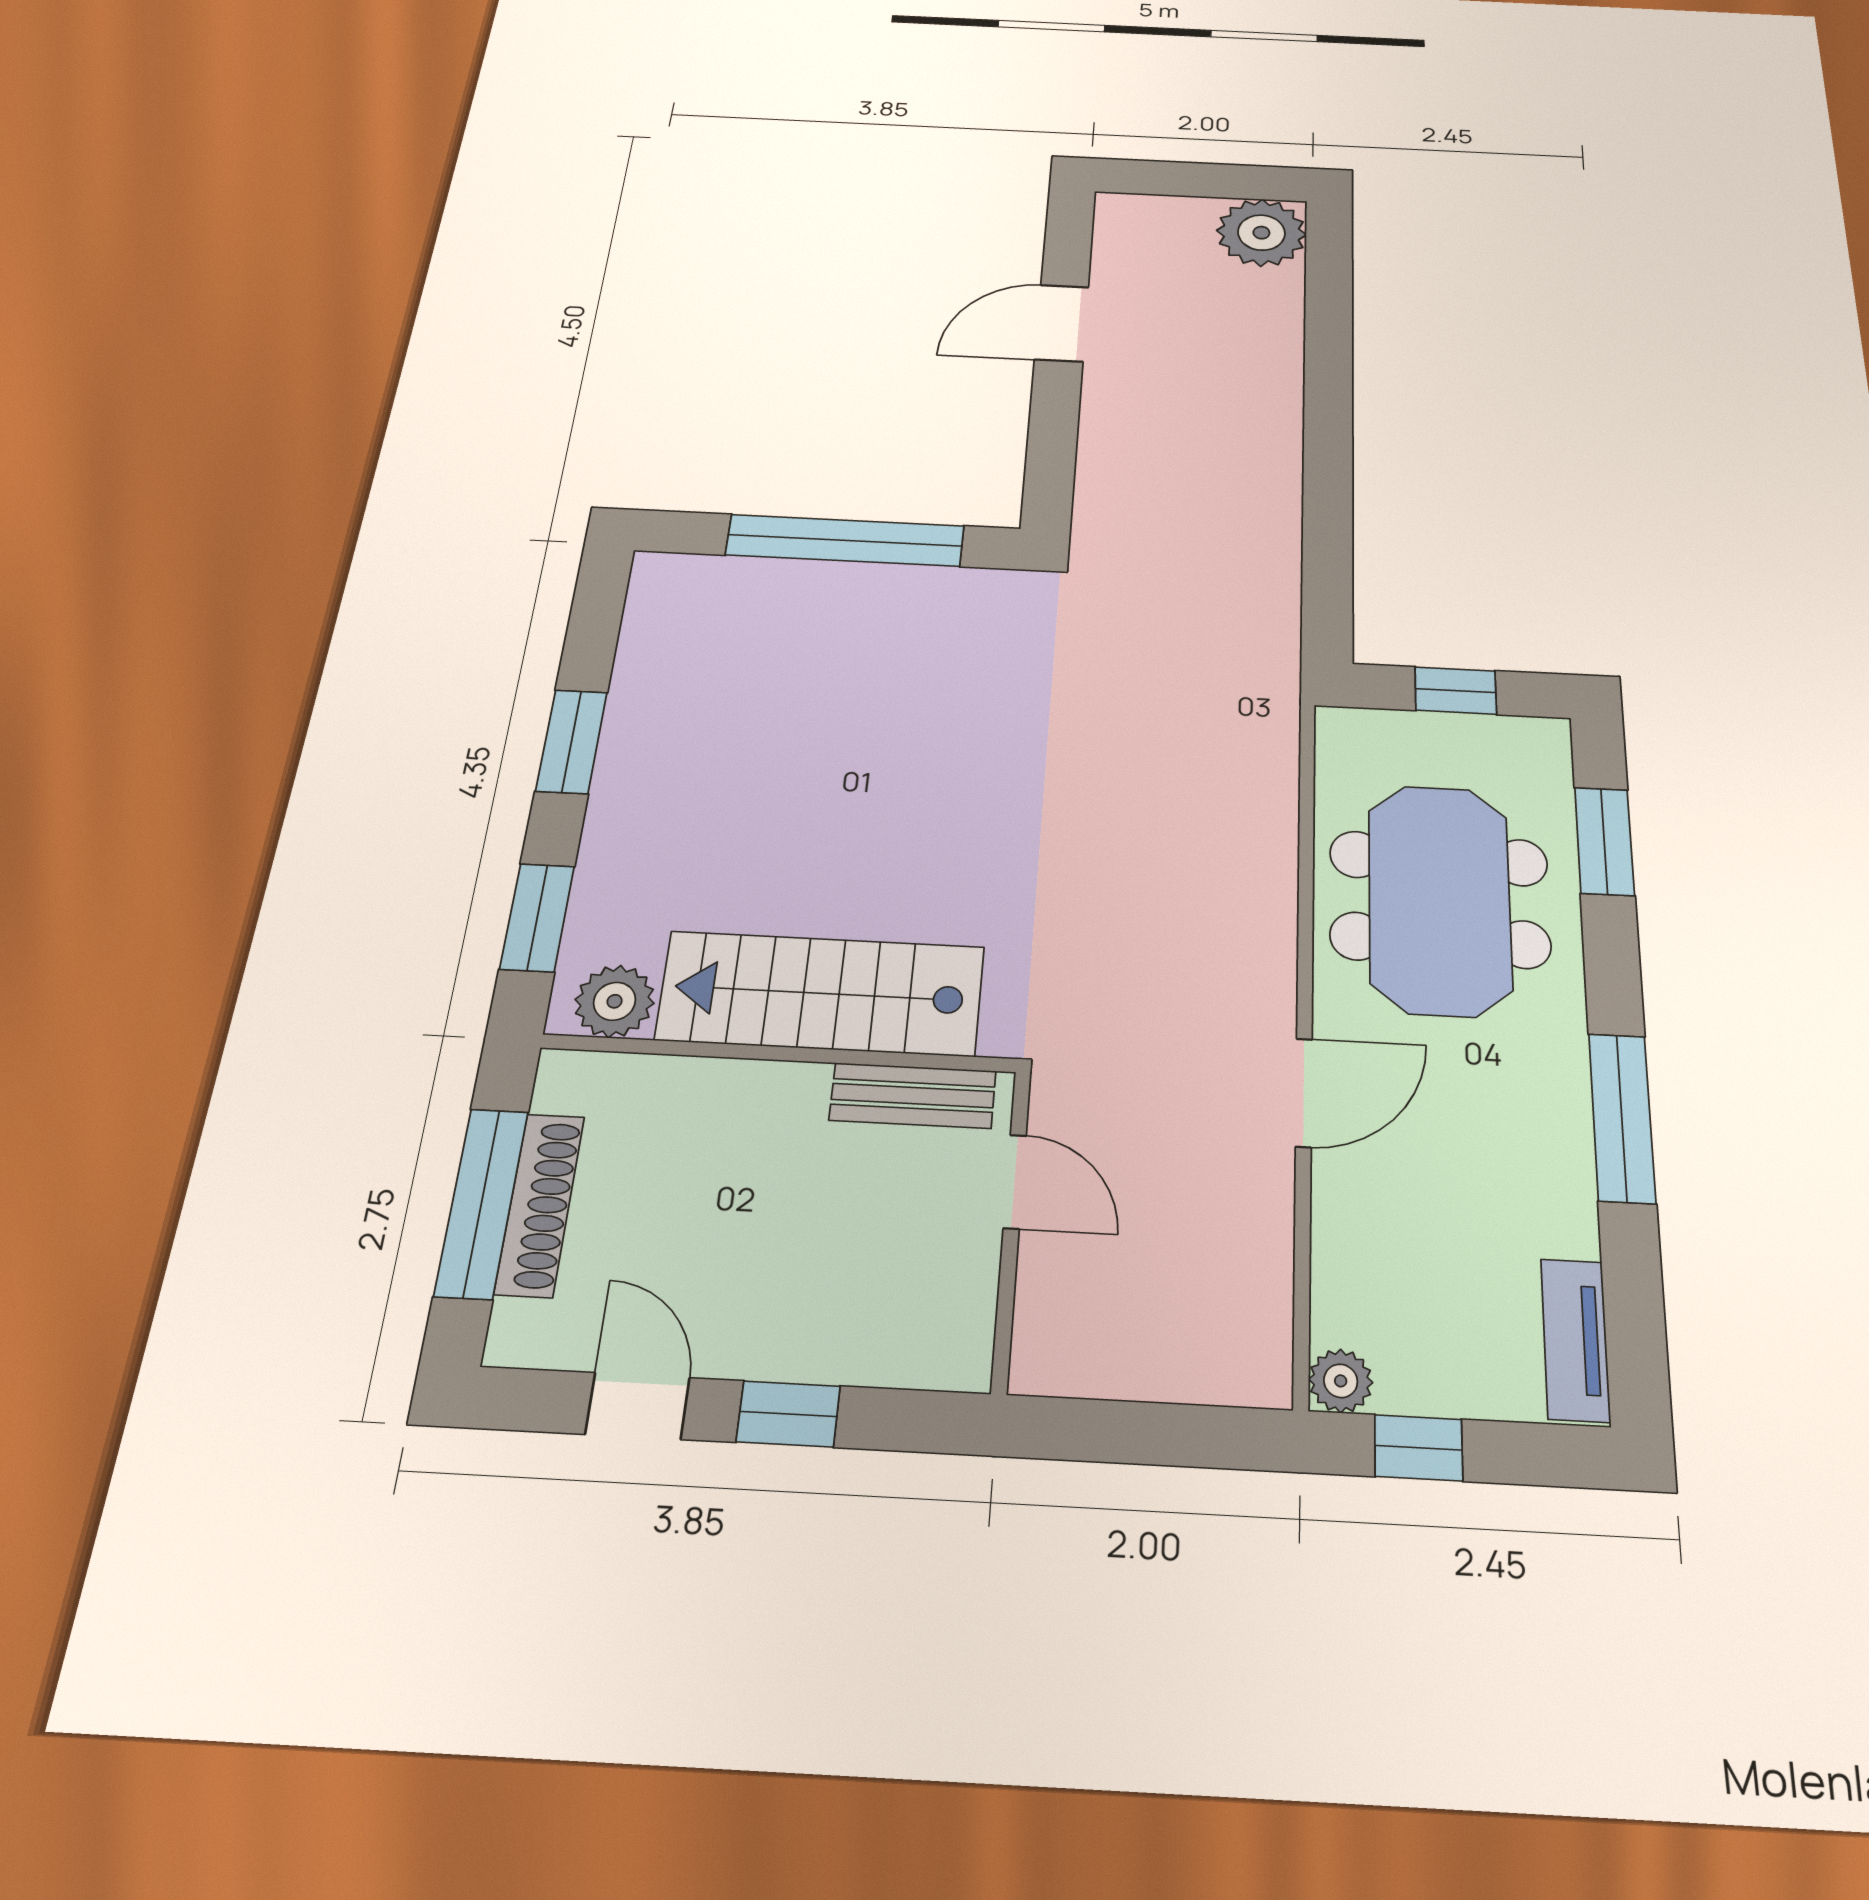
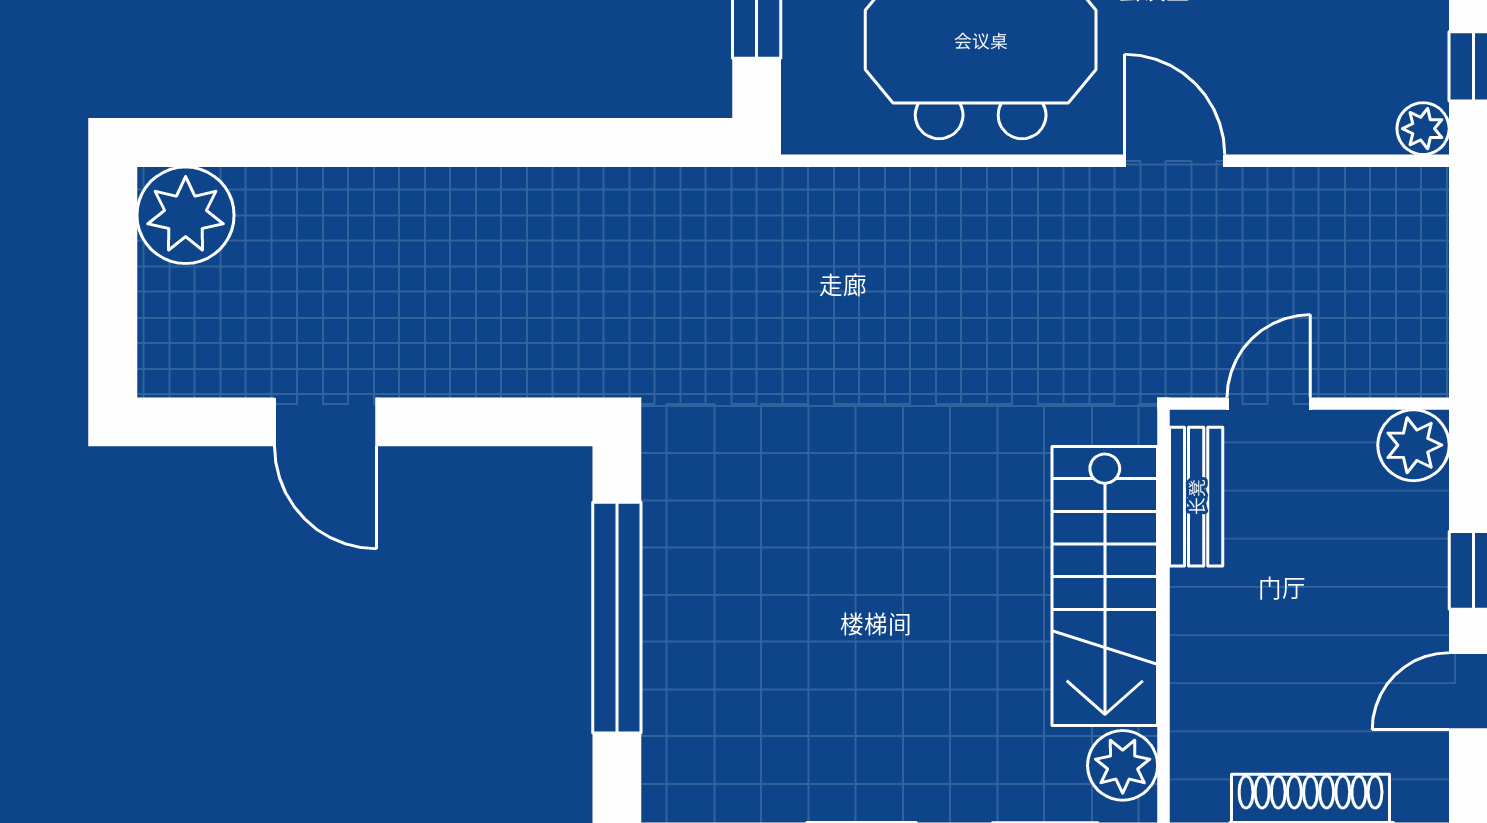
plant: (951, 1348) -> (1413, 445), added

